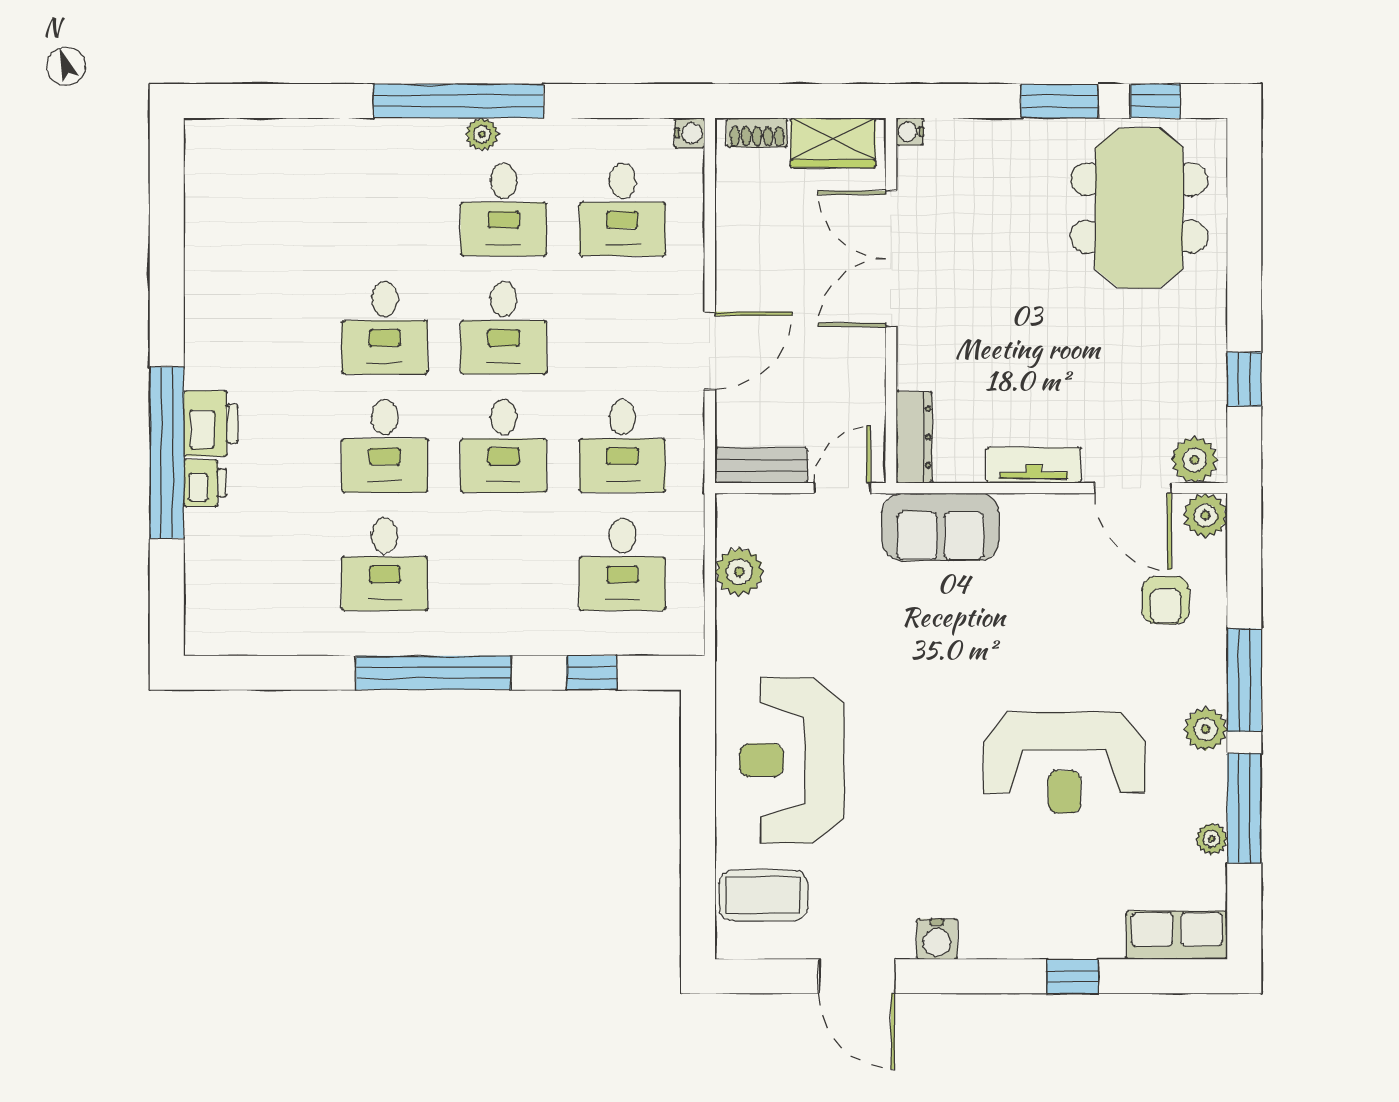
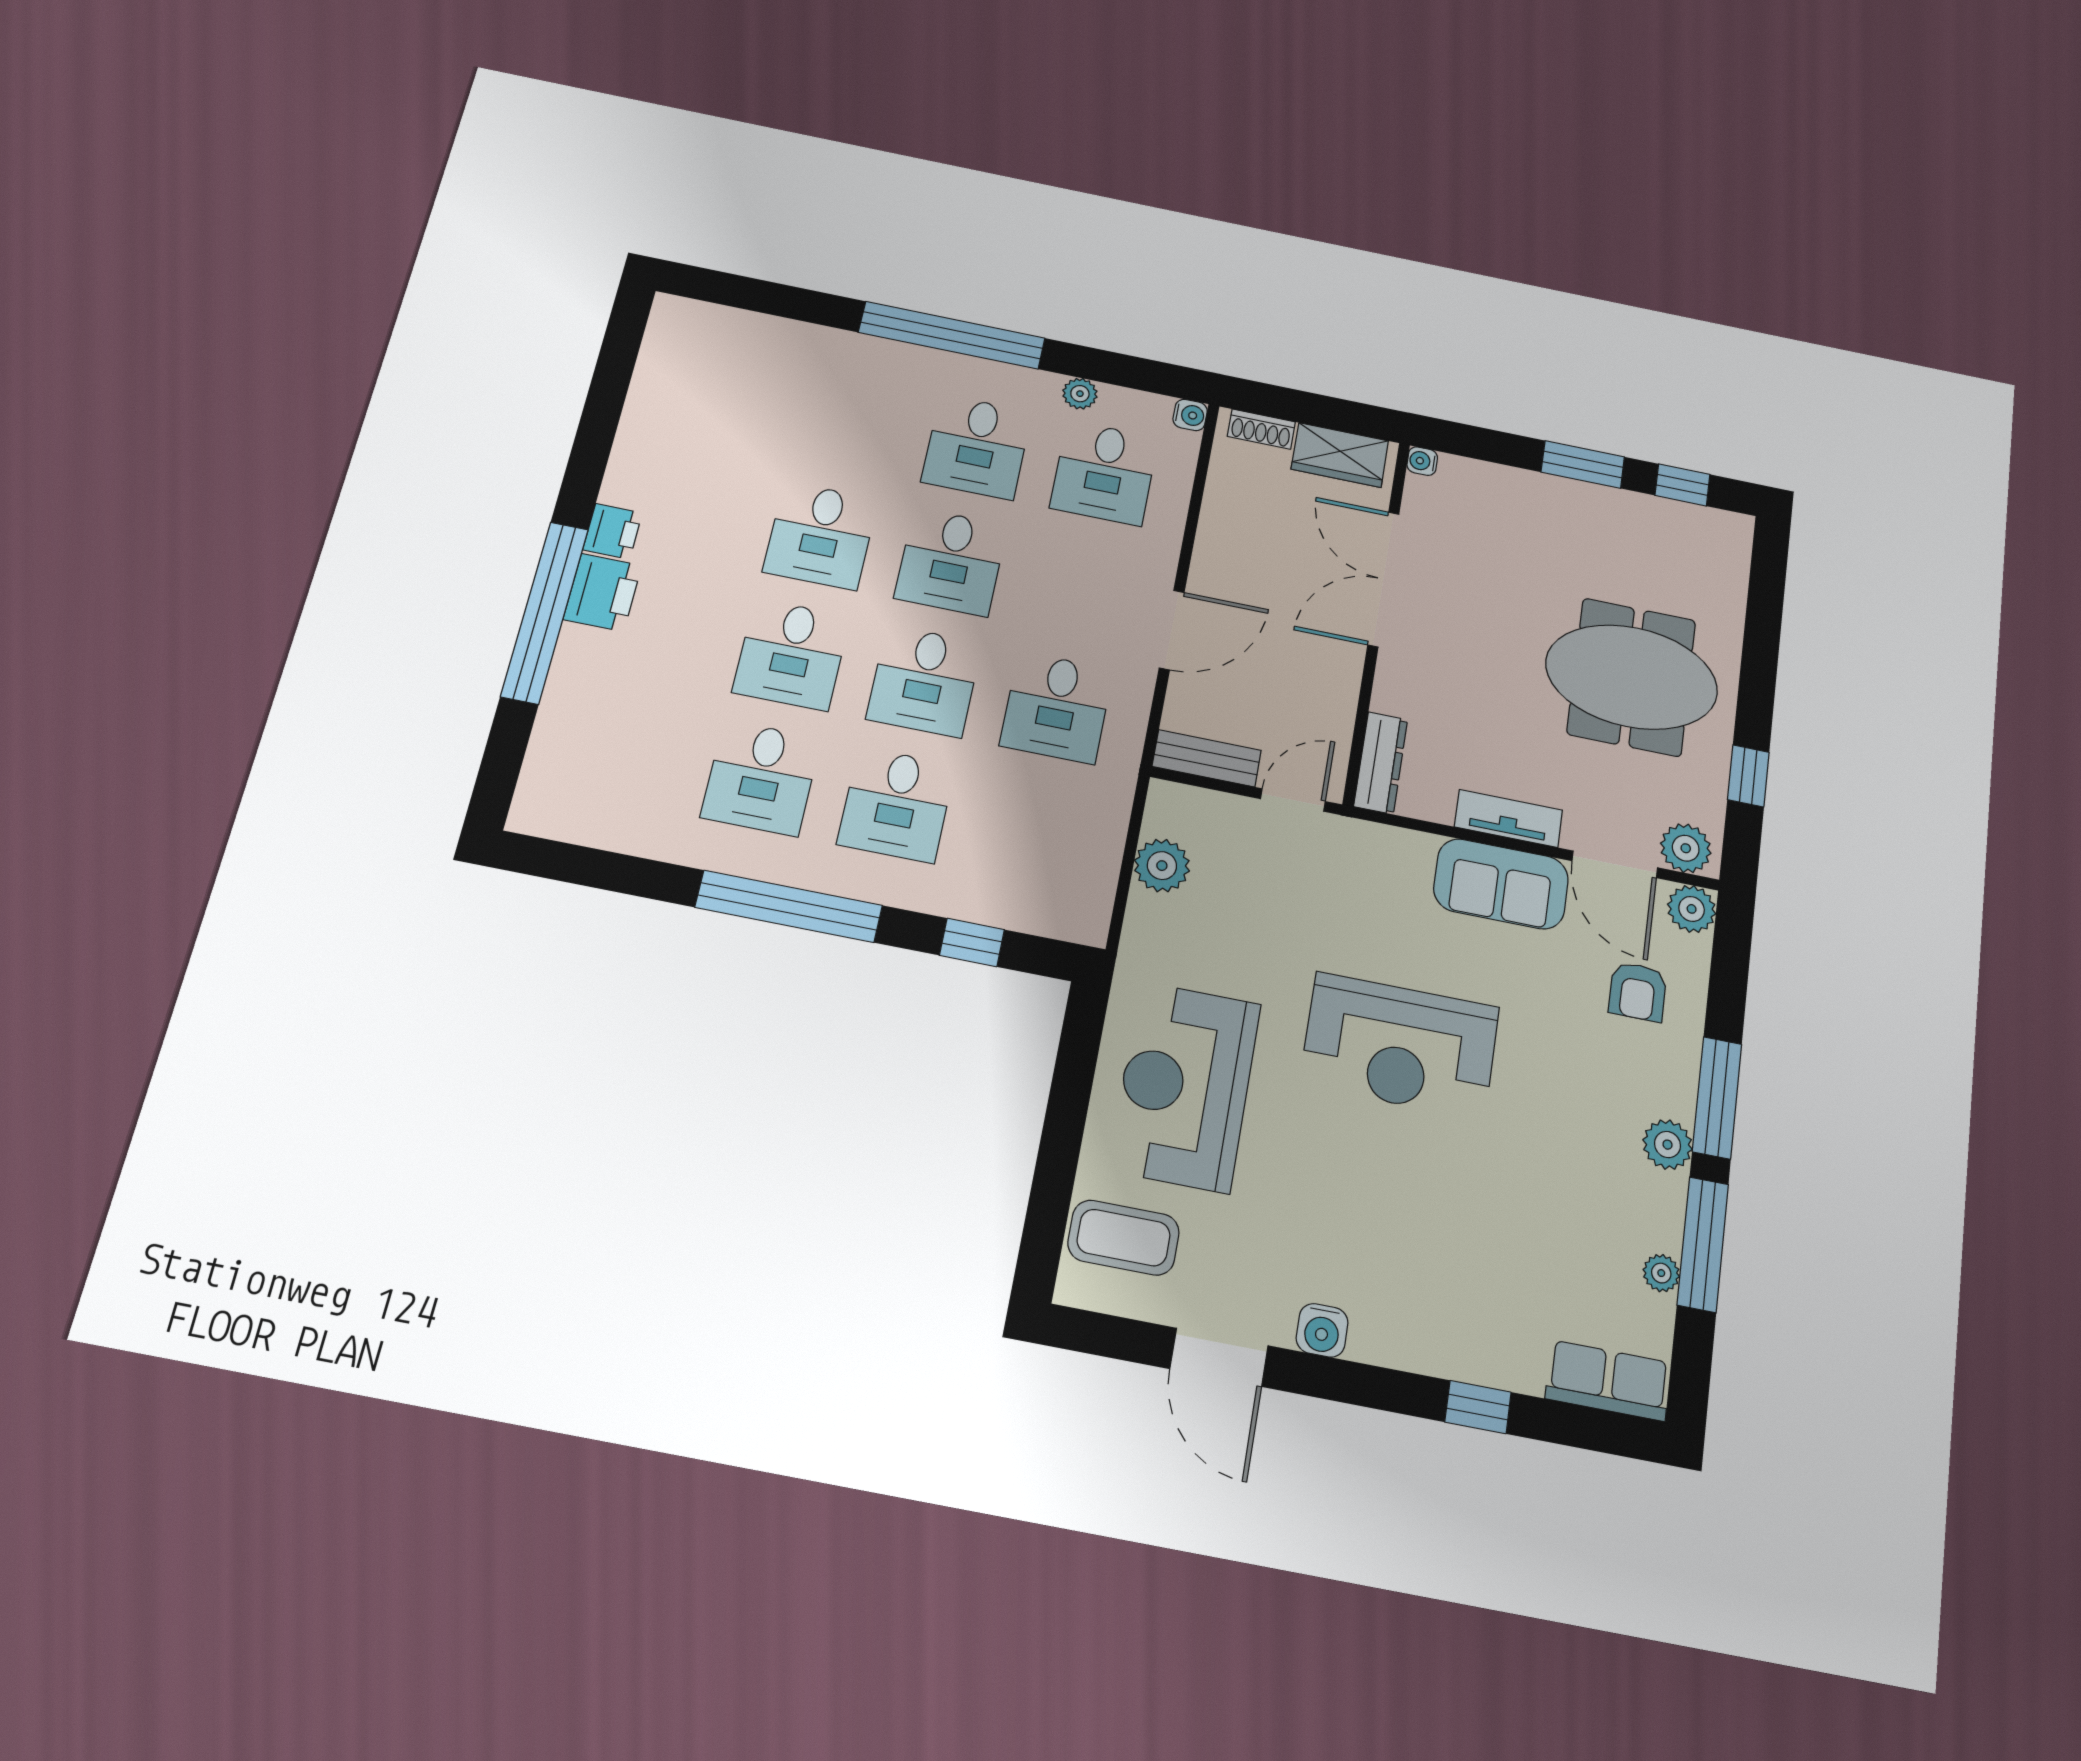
plant: (482, 134) -> (1080, 394), moved
meeting table: (1139, 208) -> (1632, 677), moved, turned 90
printer: (205, 483) -> (613, 531), moved
sofa: (941, 527) -> (1501, 884), moved
desk: (622, 564) -> (896, 805), moved
reception desk: (1065, 762) -> (1400, 1046), moved

